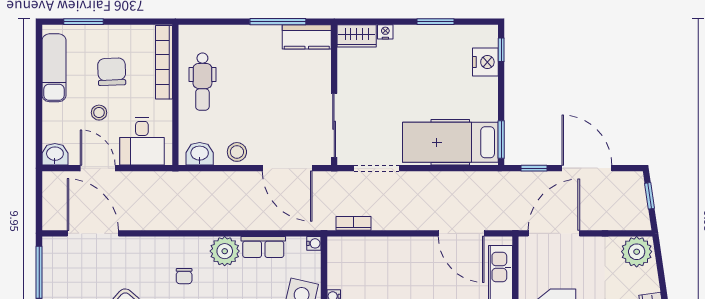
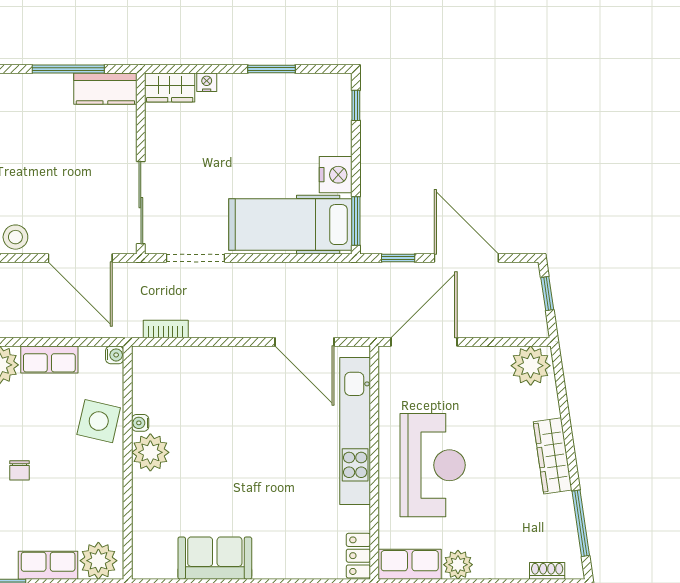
nightstand: (485, 62) -> (336, 175), moved

